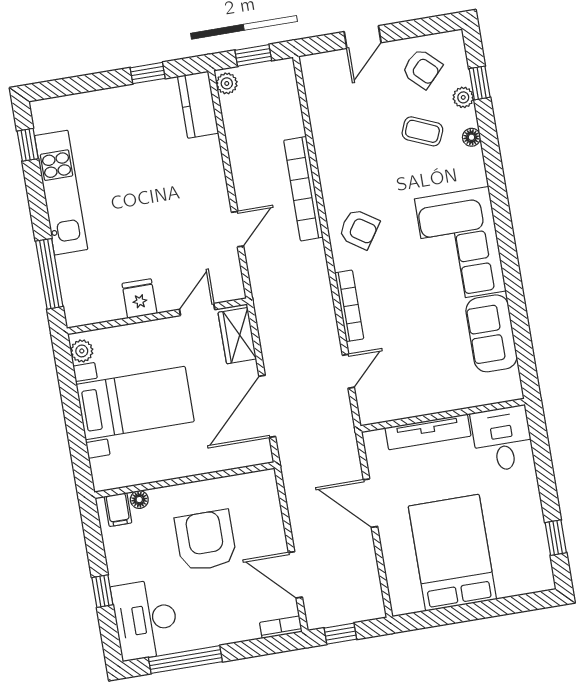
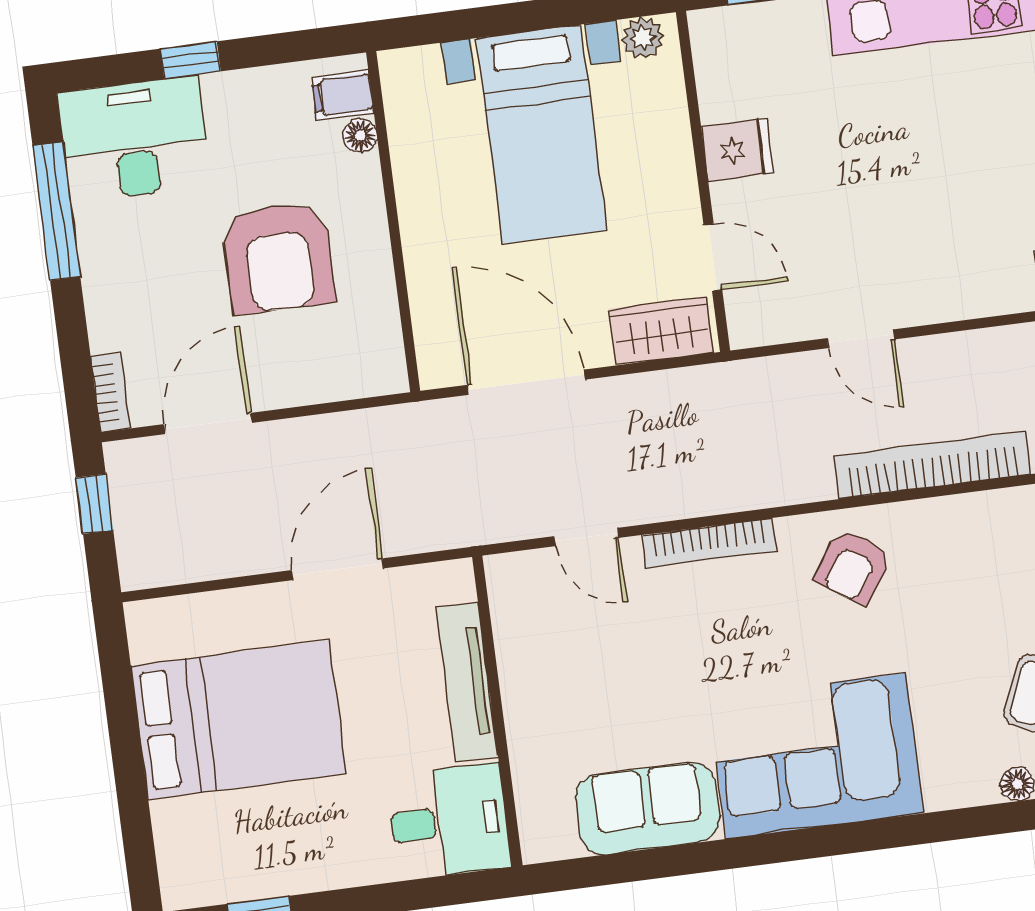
armchair: (206, 541) -> (278, 257), turned 90

